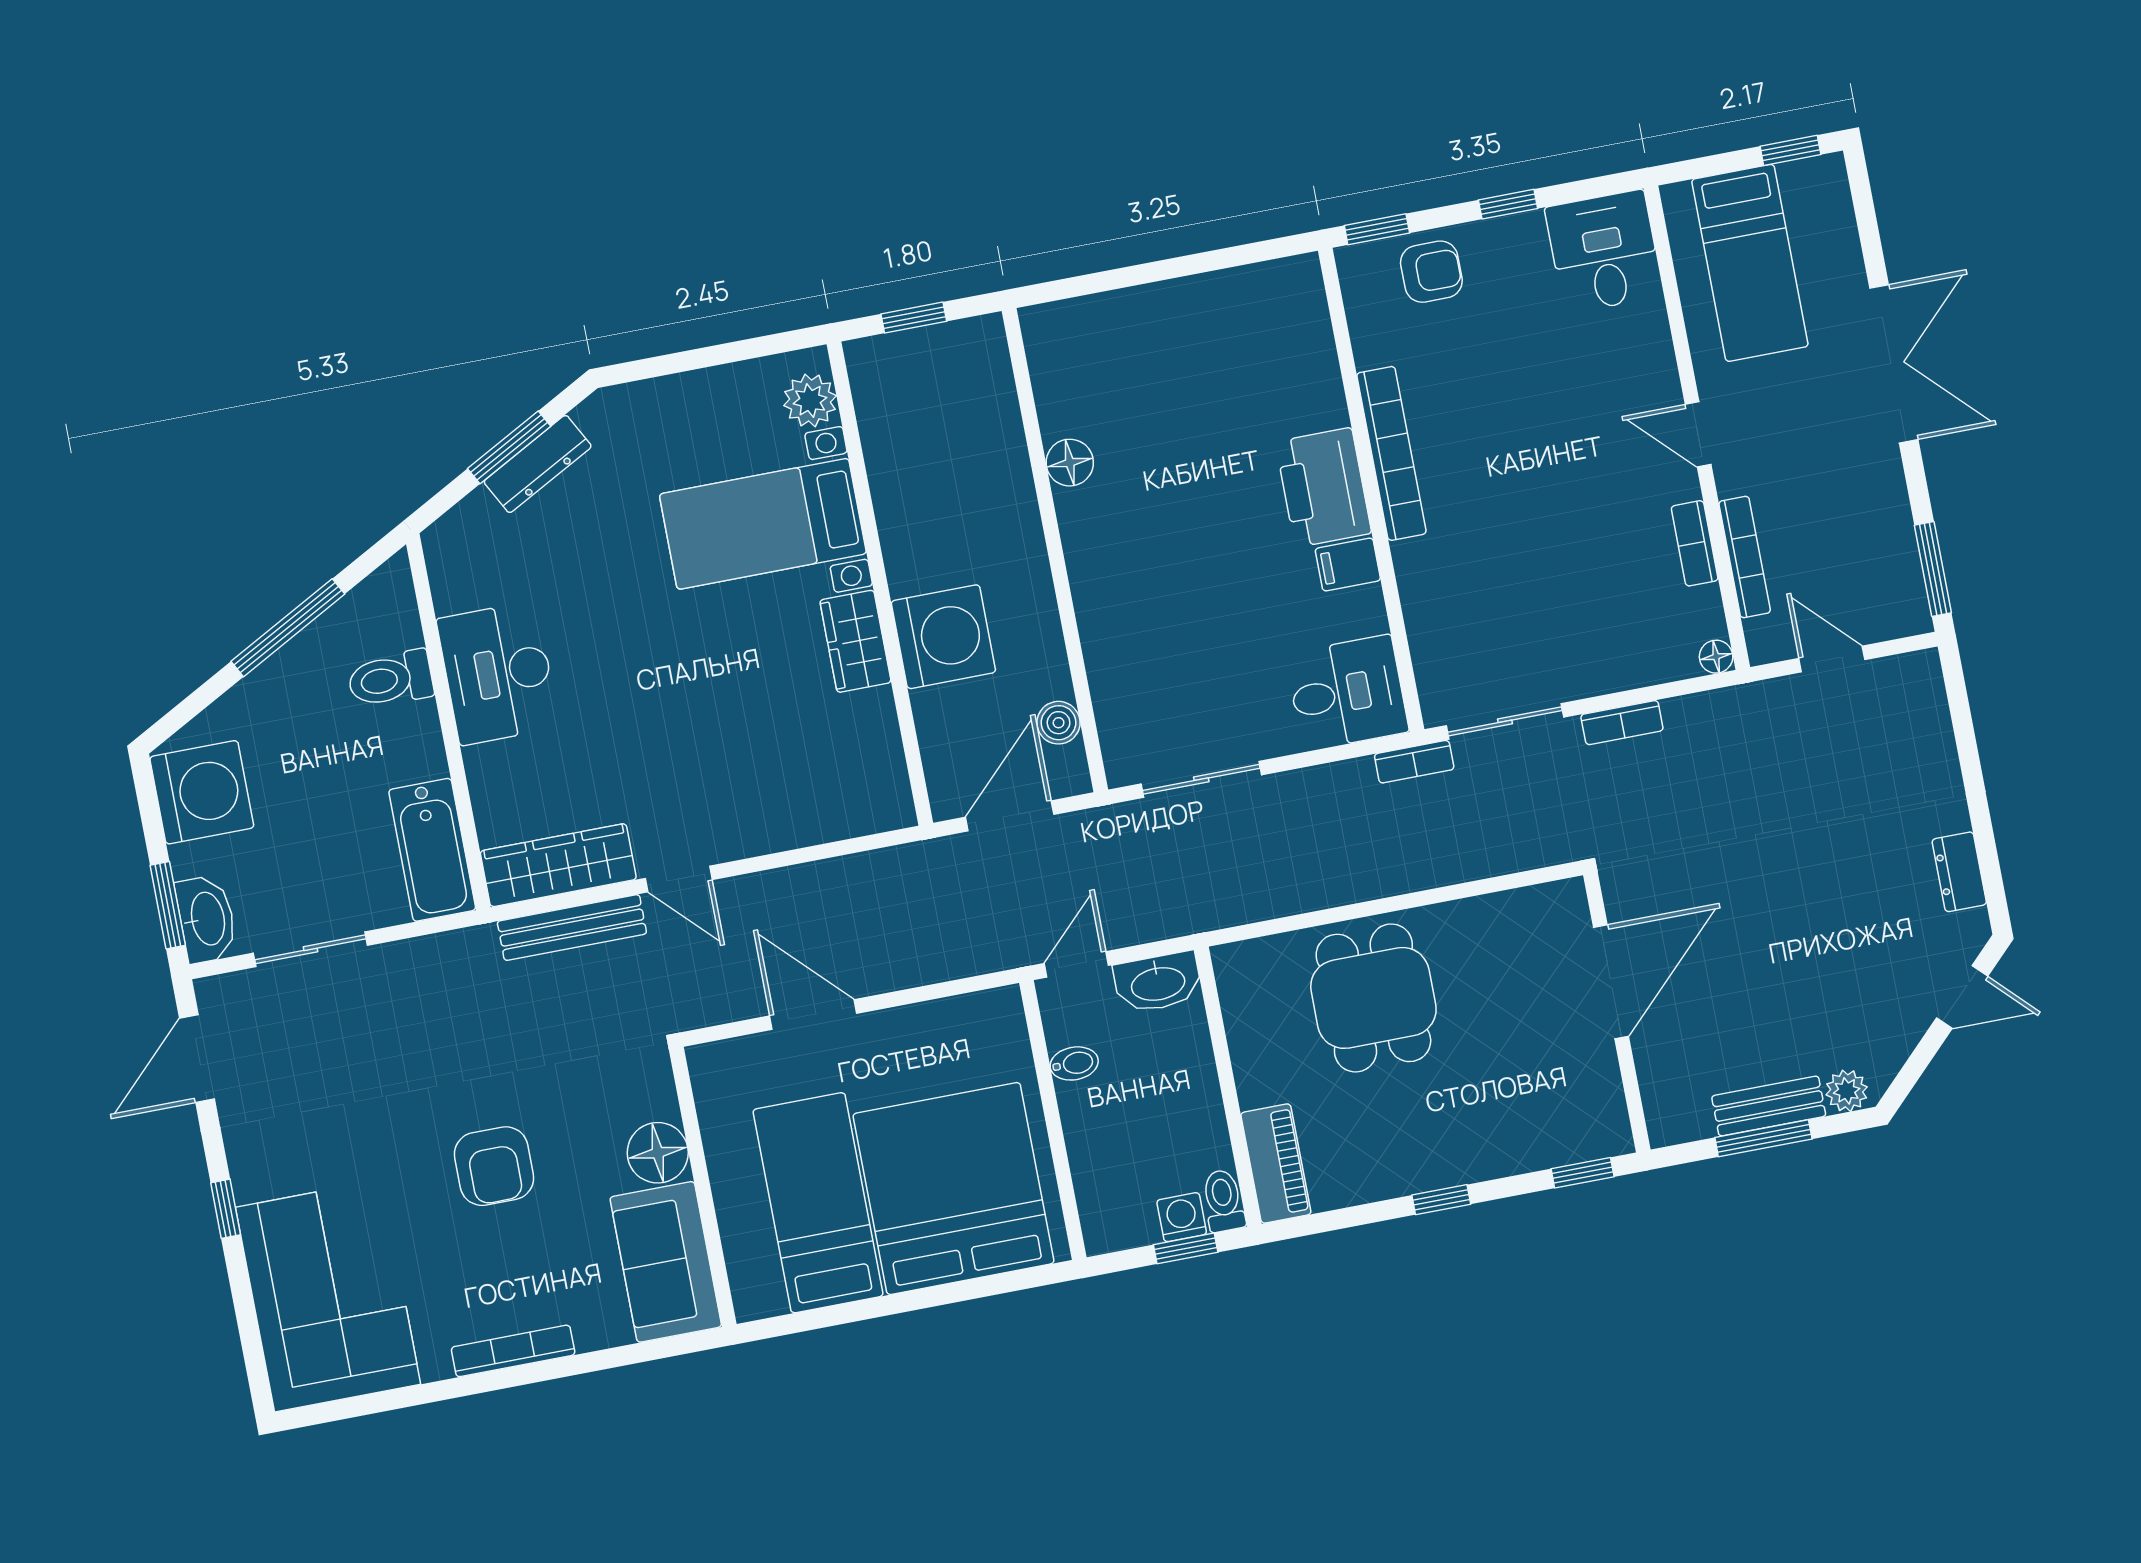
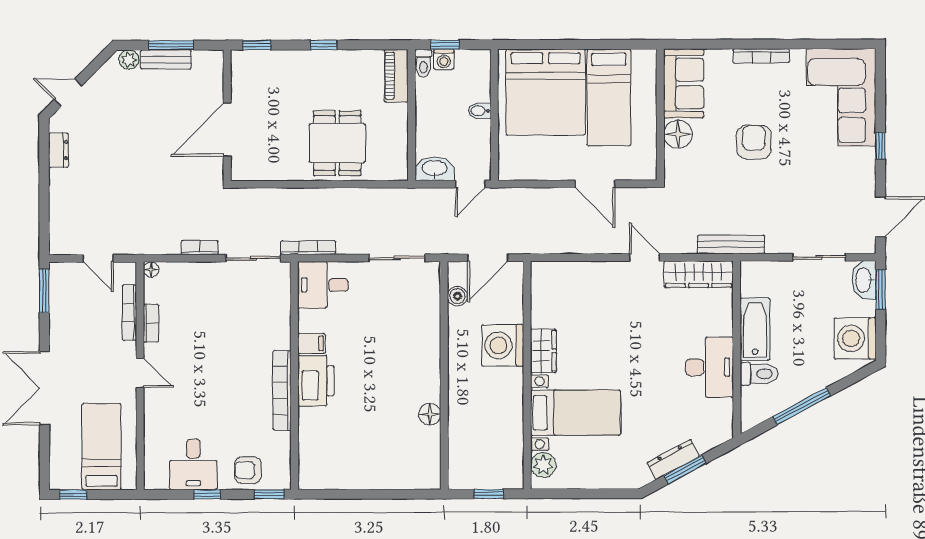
desk: (1604, 252) -> (193, 464), moved
bookcase: (1414, 762) -> (308, 248), width x1.56
bathtub: (432, 850) -> (755, 329), moved
bench: (572, 928) -> (731, 244), moved
bidet: (1074, 1063) -> (480, 111), moved

